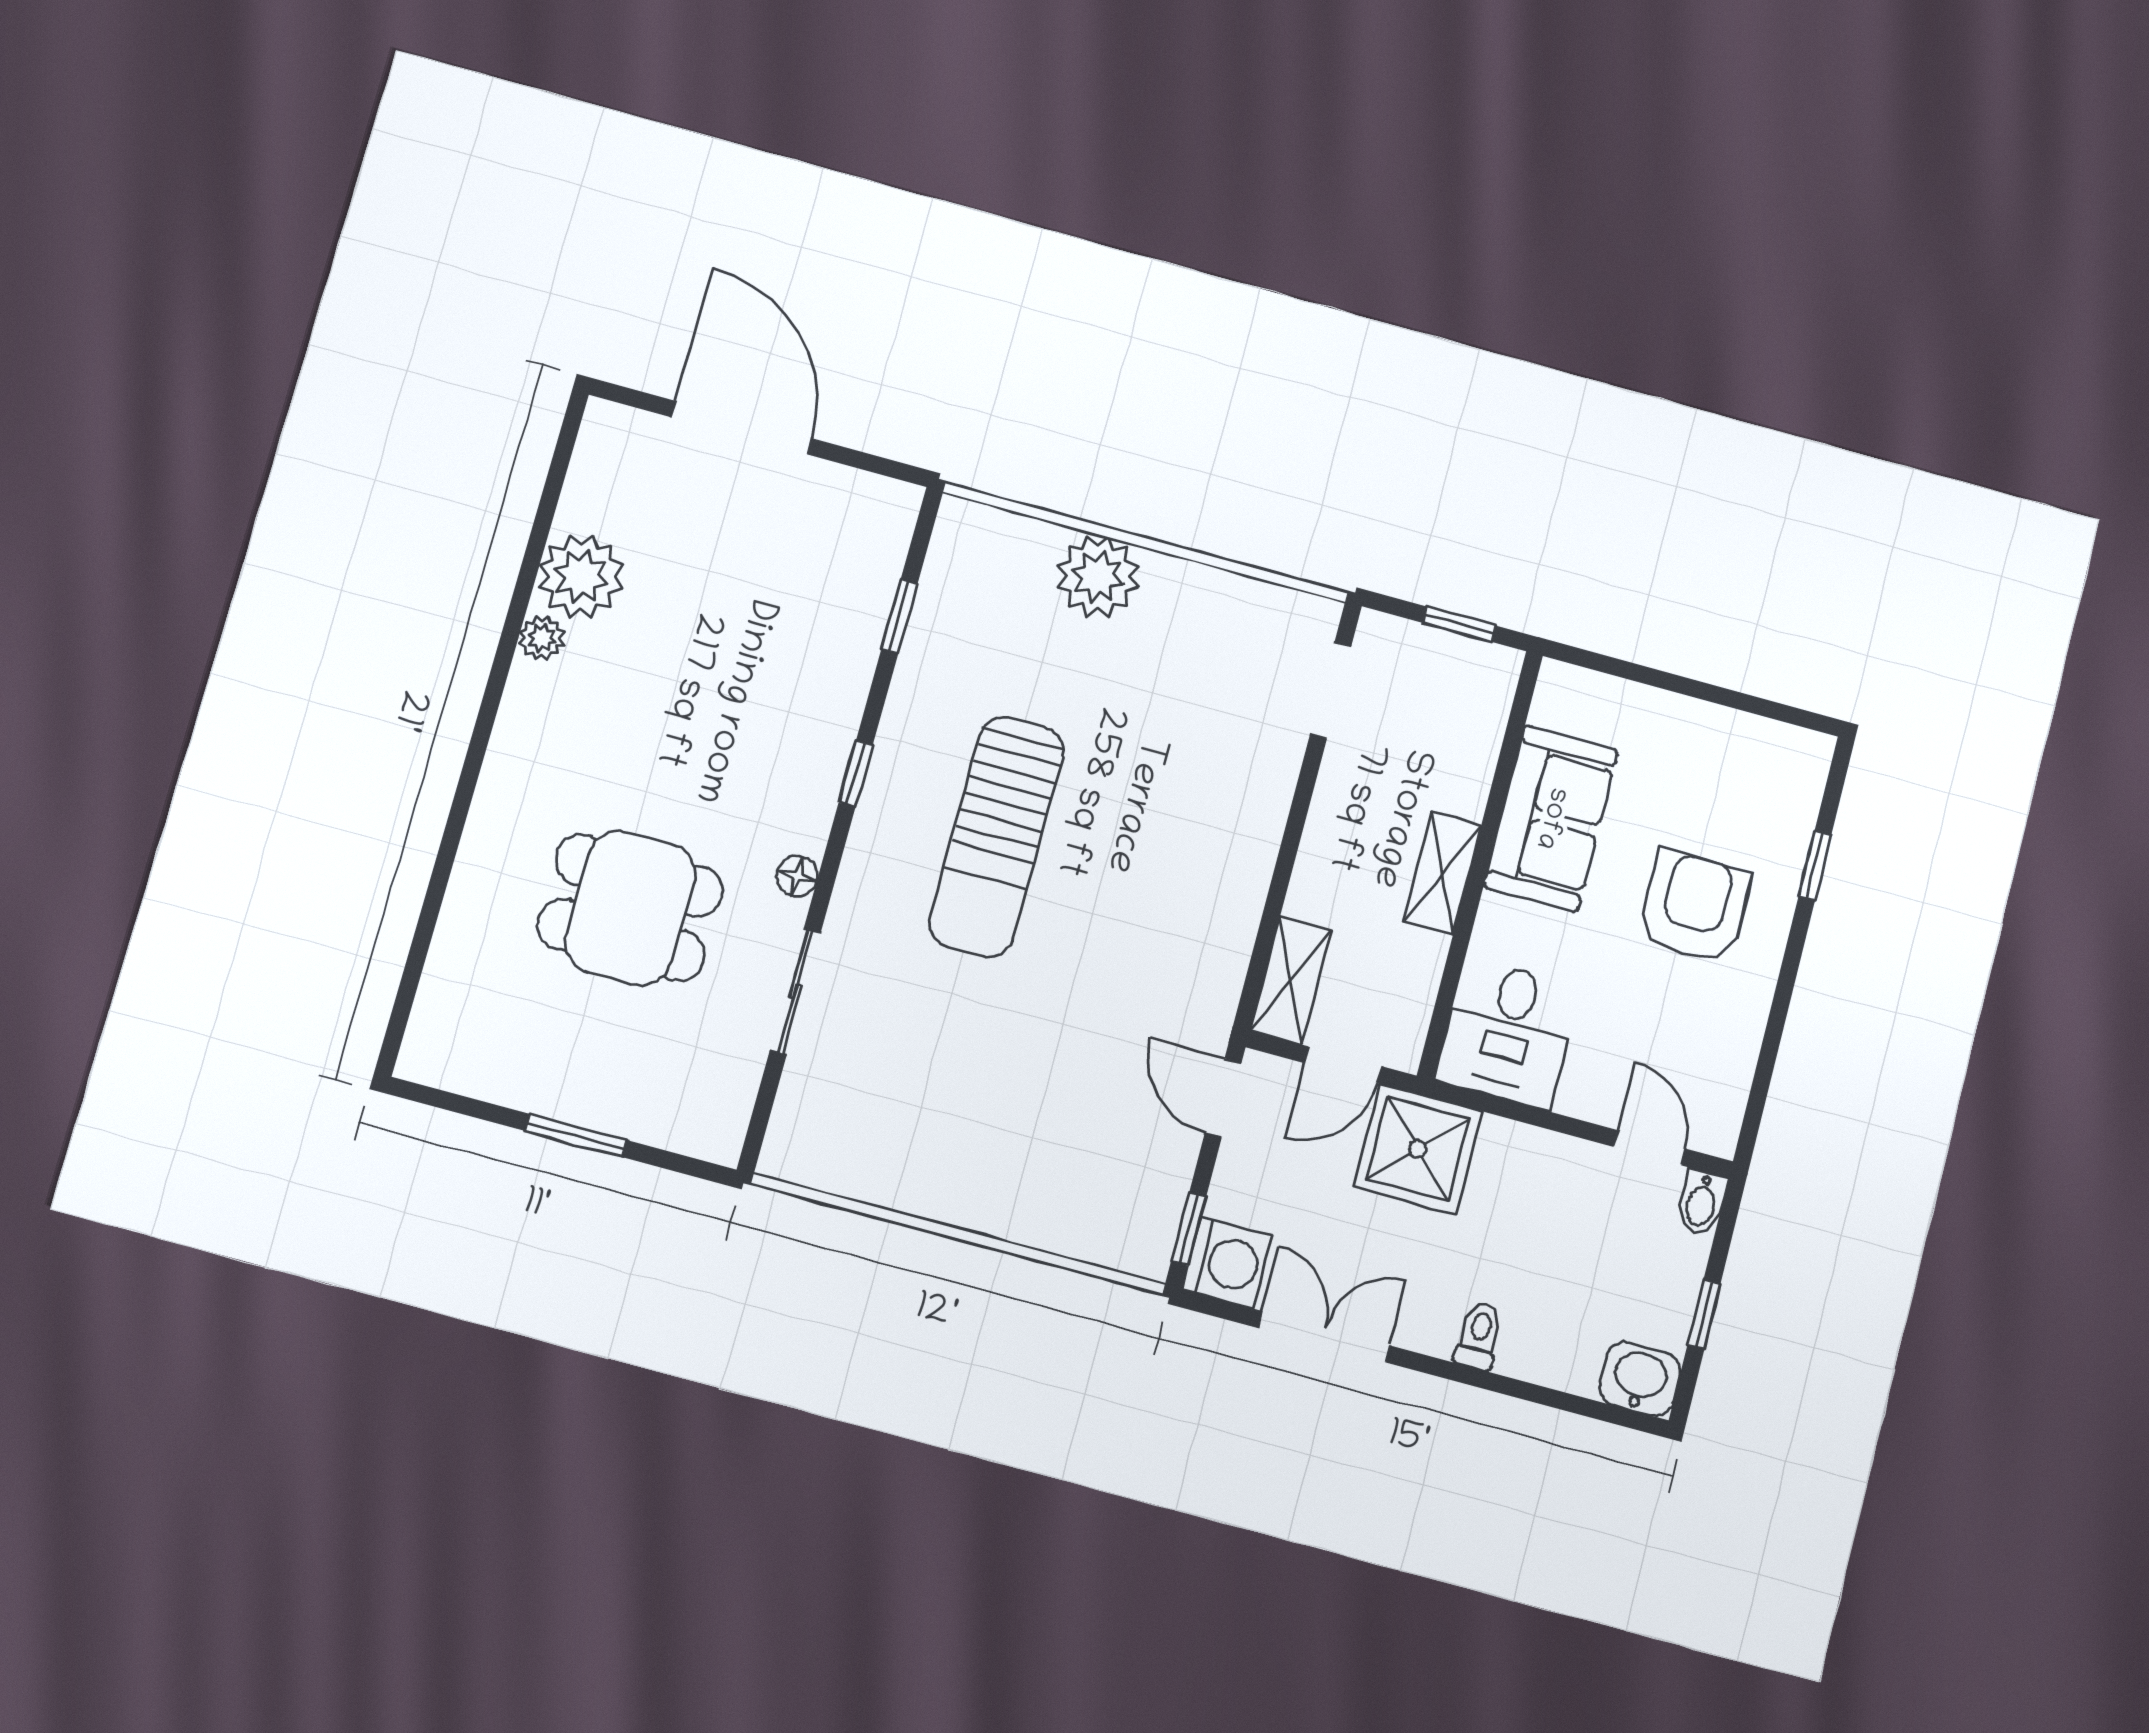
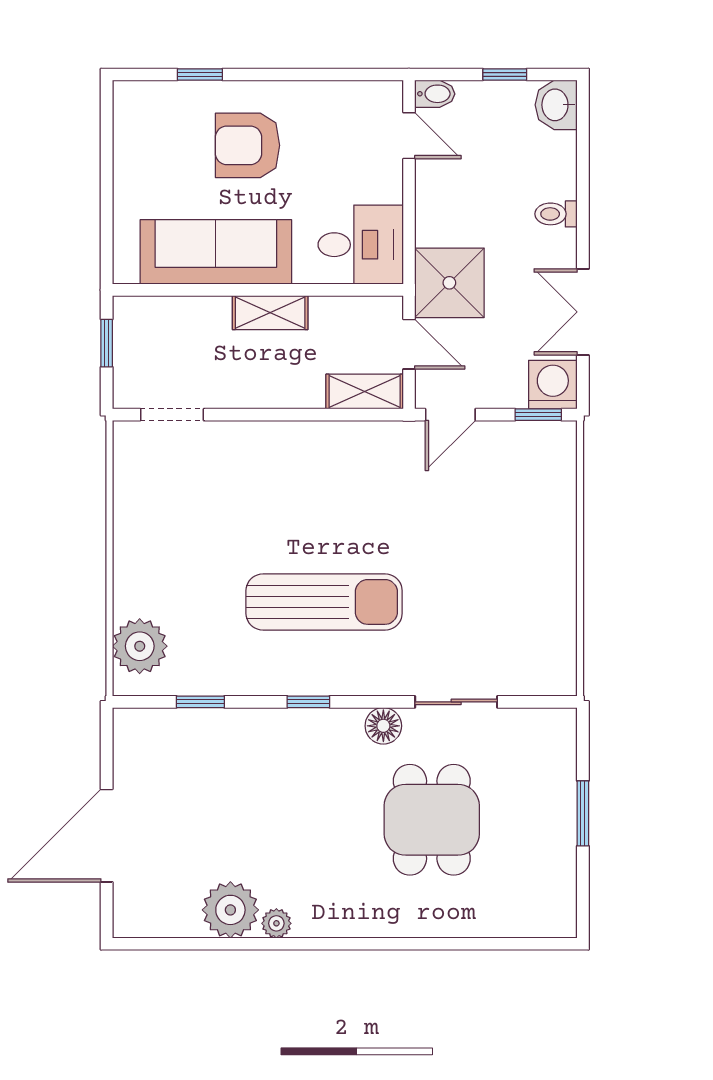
plant: (1098, 577) -> (140, 646), moved
sofa: (1551, 818) -> (216, 252), width x1.36
floor lamp: (797, 876) -> (383, 726), width x1.37, depth x1.37
door: (1649, 1148) -> (409, 136), swing flipped

